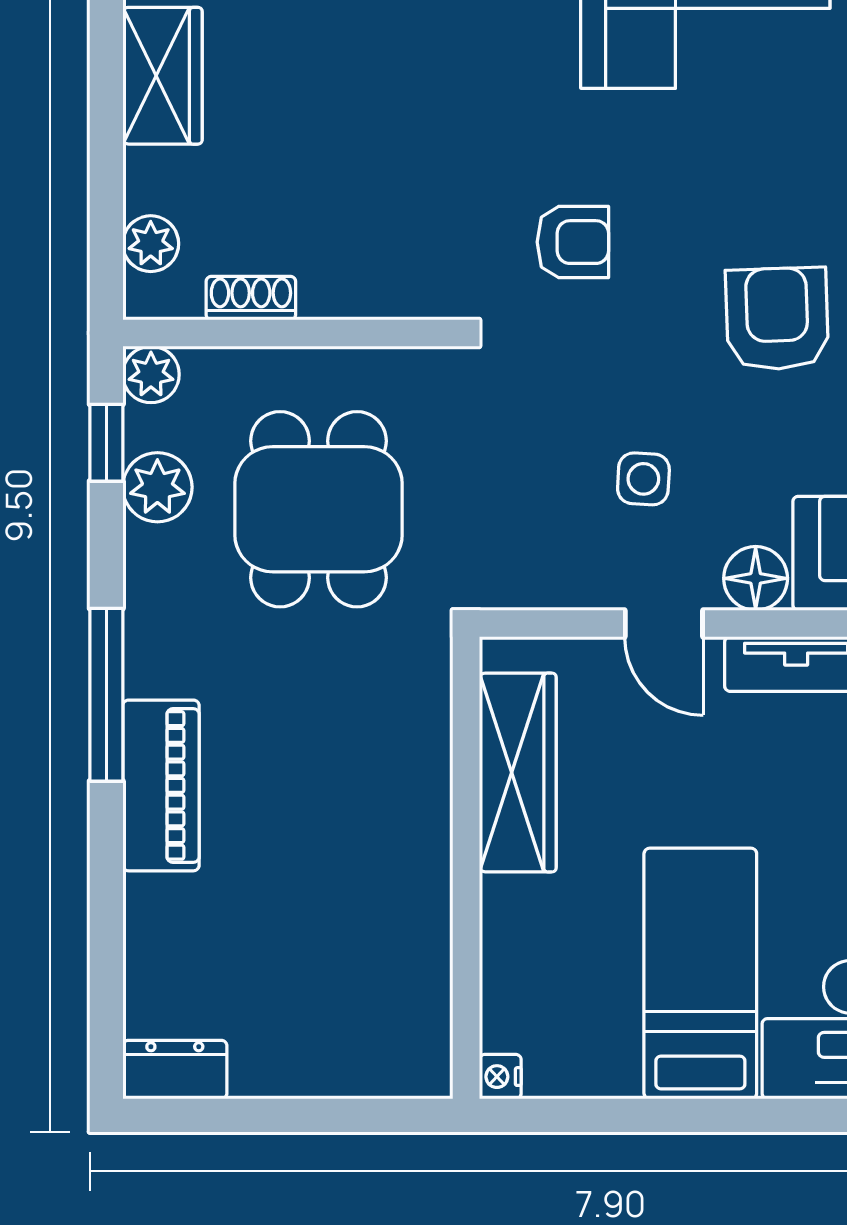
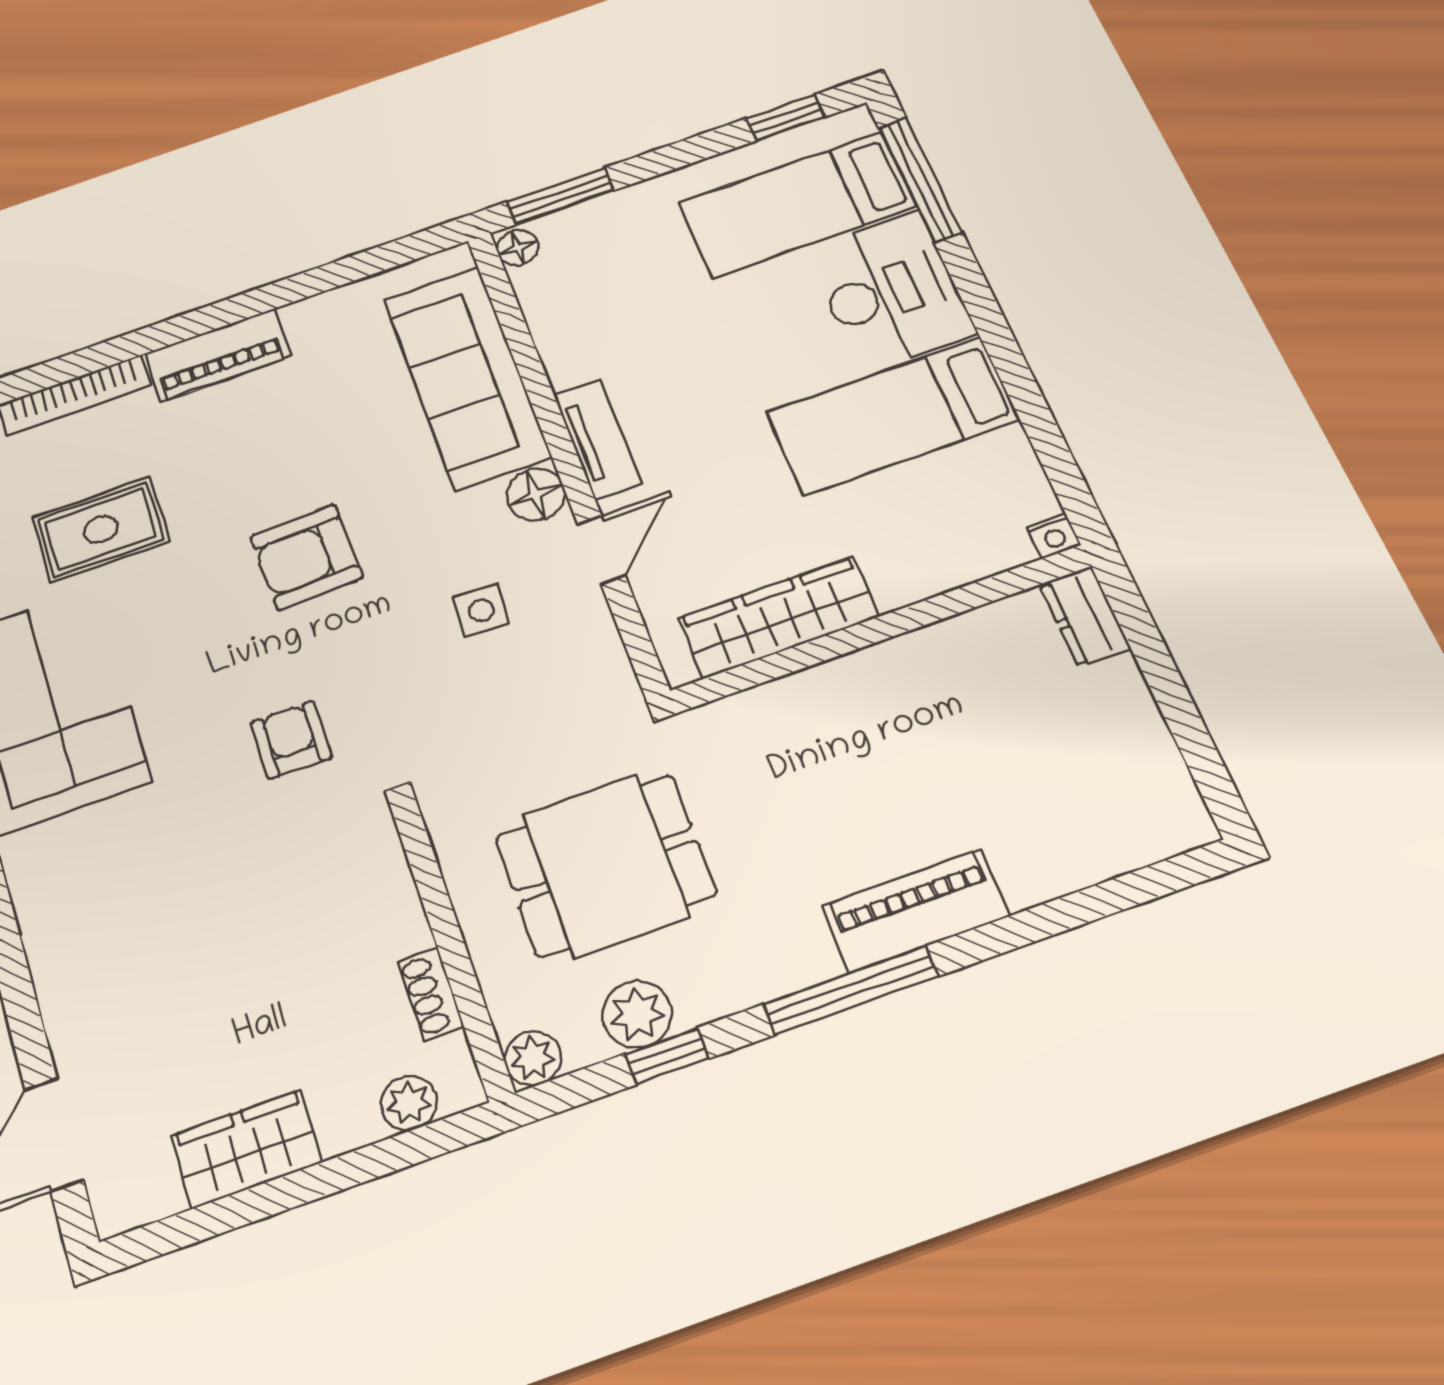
window: (106, 443) -> (667, 1056), moved
dresser: (175, 1070) -> (1085, 617), moved

